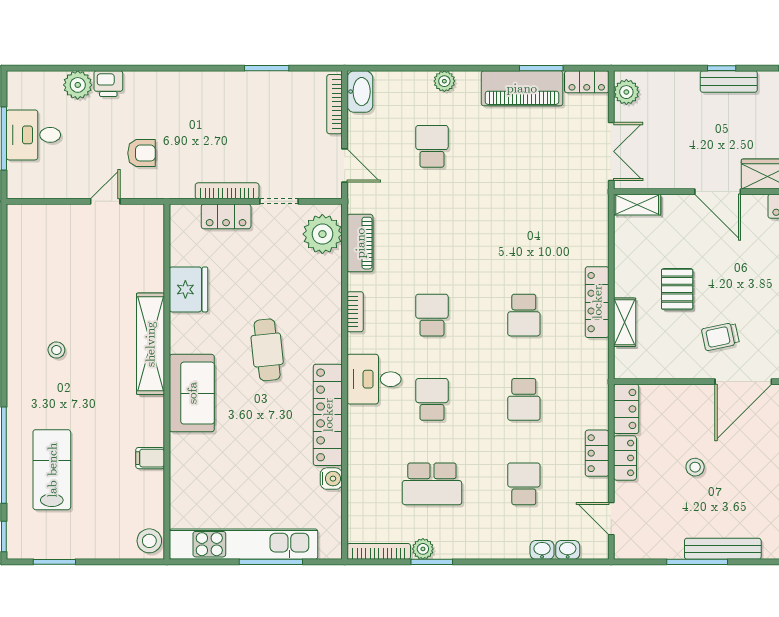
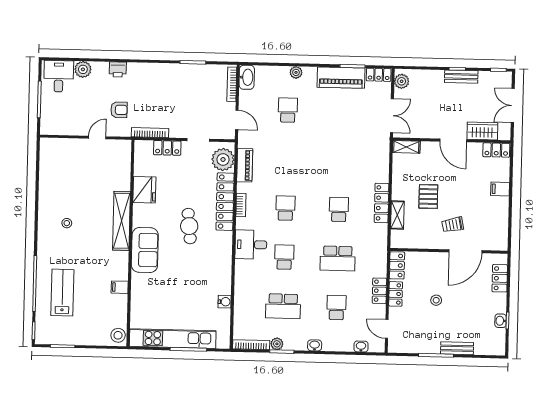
printer: (108, 84) -> (118, 69), moved
desk: (33, 135) -> (59, 76), moved, turned 90
bookcase: (227, 191) -> (150, 133), moved
school desk: (524, 315) -> (339, 209), turned 180
school desk: (524, 399) -> (338, 258), width x1.85
locker: (328, 415) -> (225, 202), moved
bench: (723, 549) -> (457, 348), width x0.73
washbasin: (542, 550) -> (315, 345), moved

